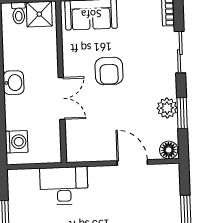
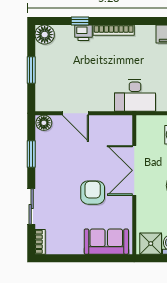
double door: (62, 98) -> (134, 170), width x1.37
plant: (167, 108) -> (44, 159), removed

